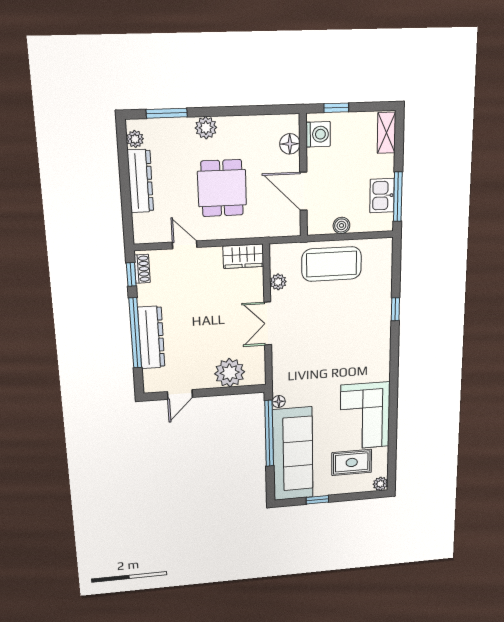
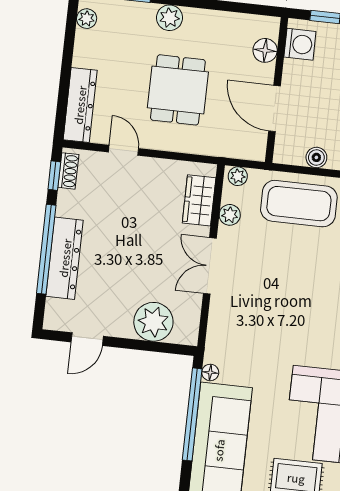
dresser: (140, 181) -> (80, 105), moved
plant: (281, 251) -> (238, 176), added
wardrobe: (243, 256) -> (199, 200), moved, turned 90

